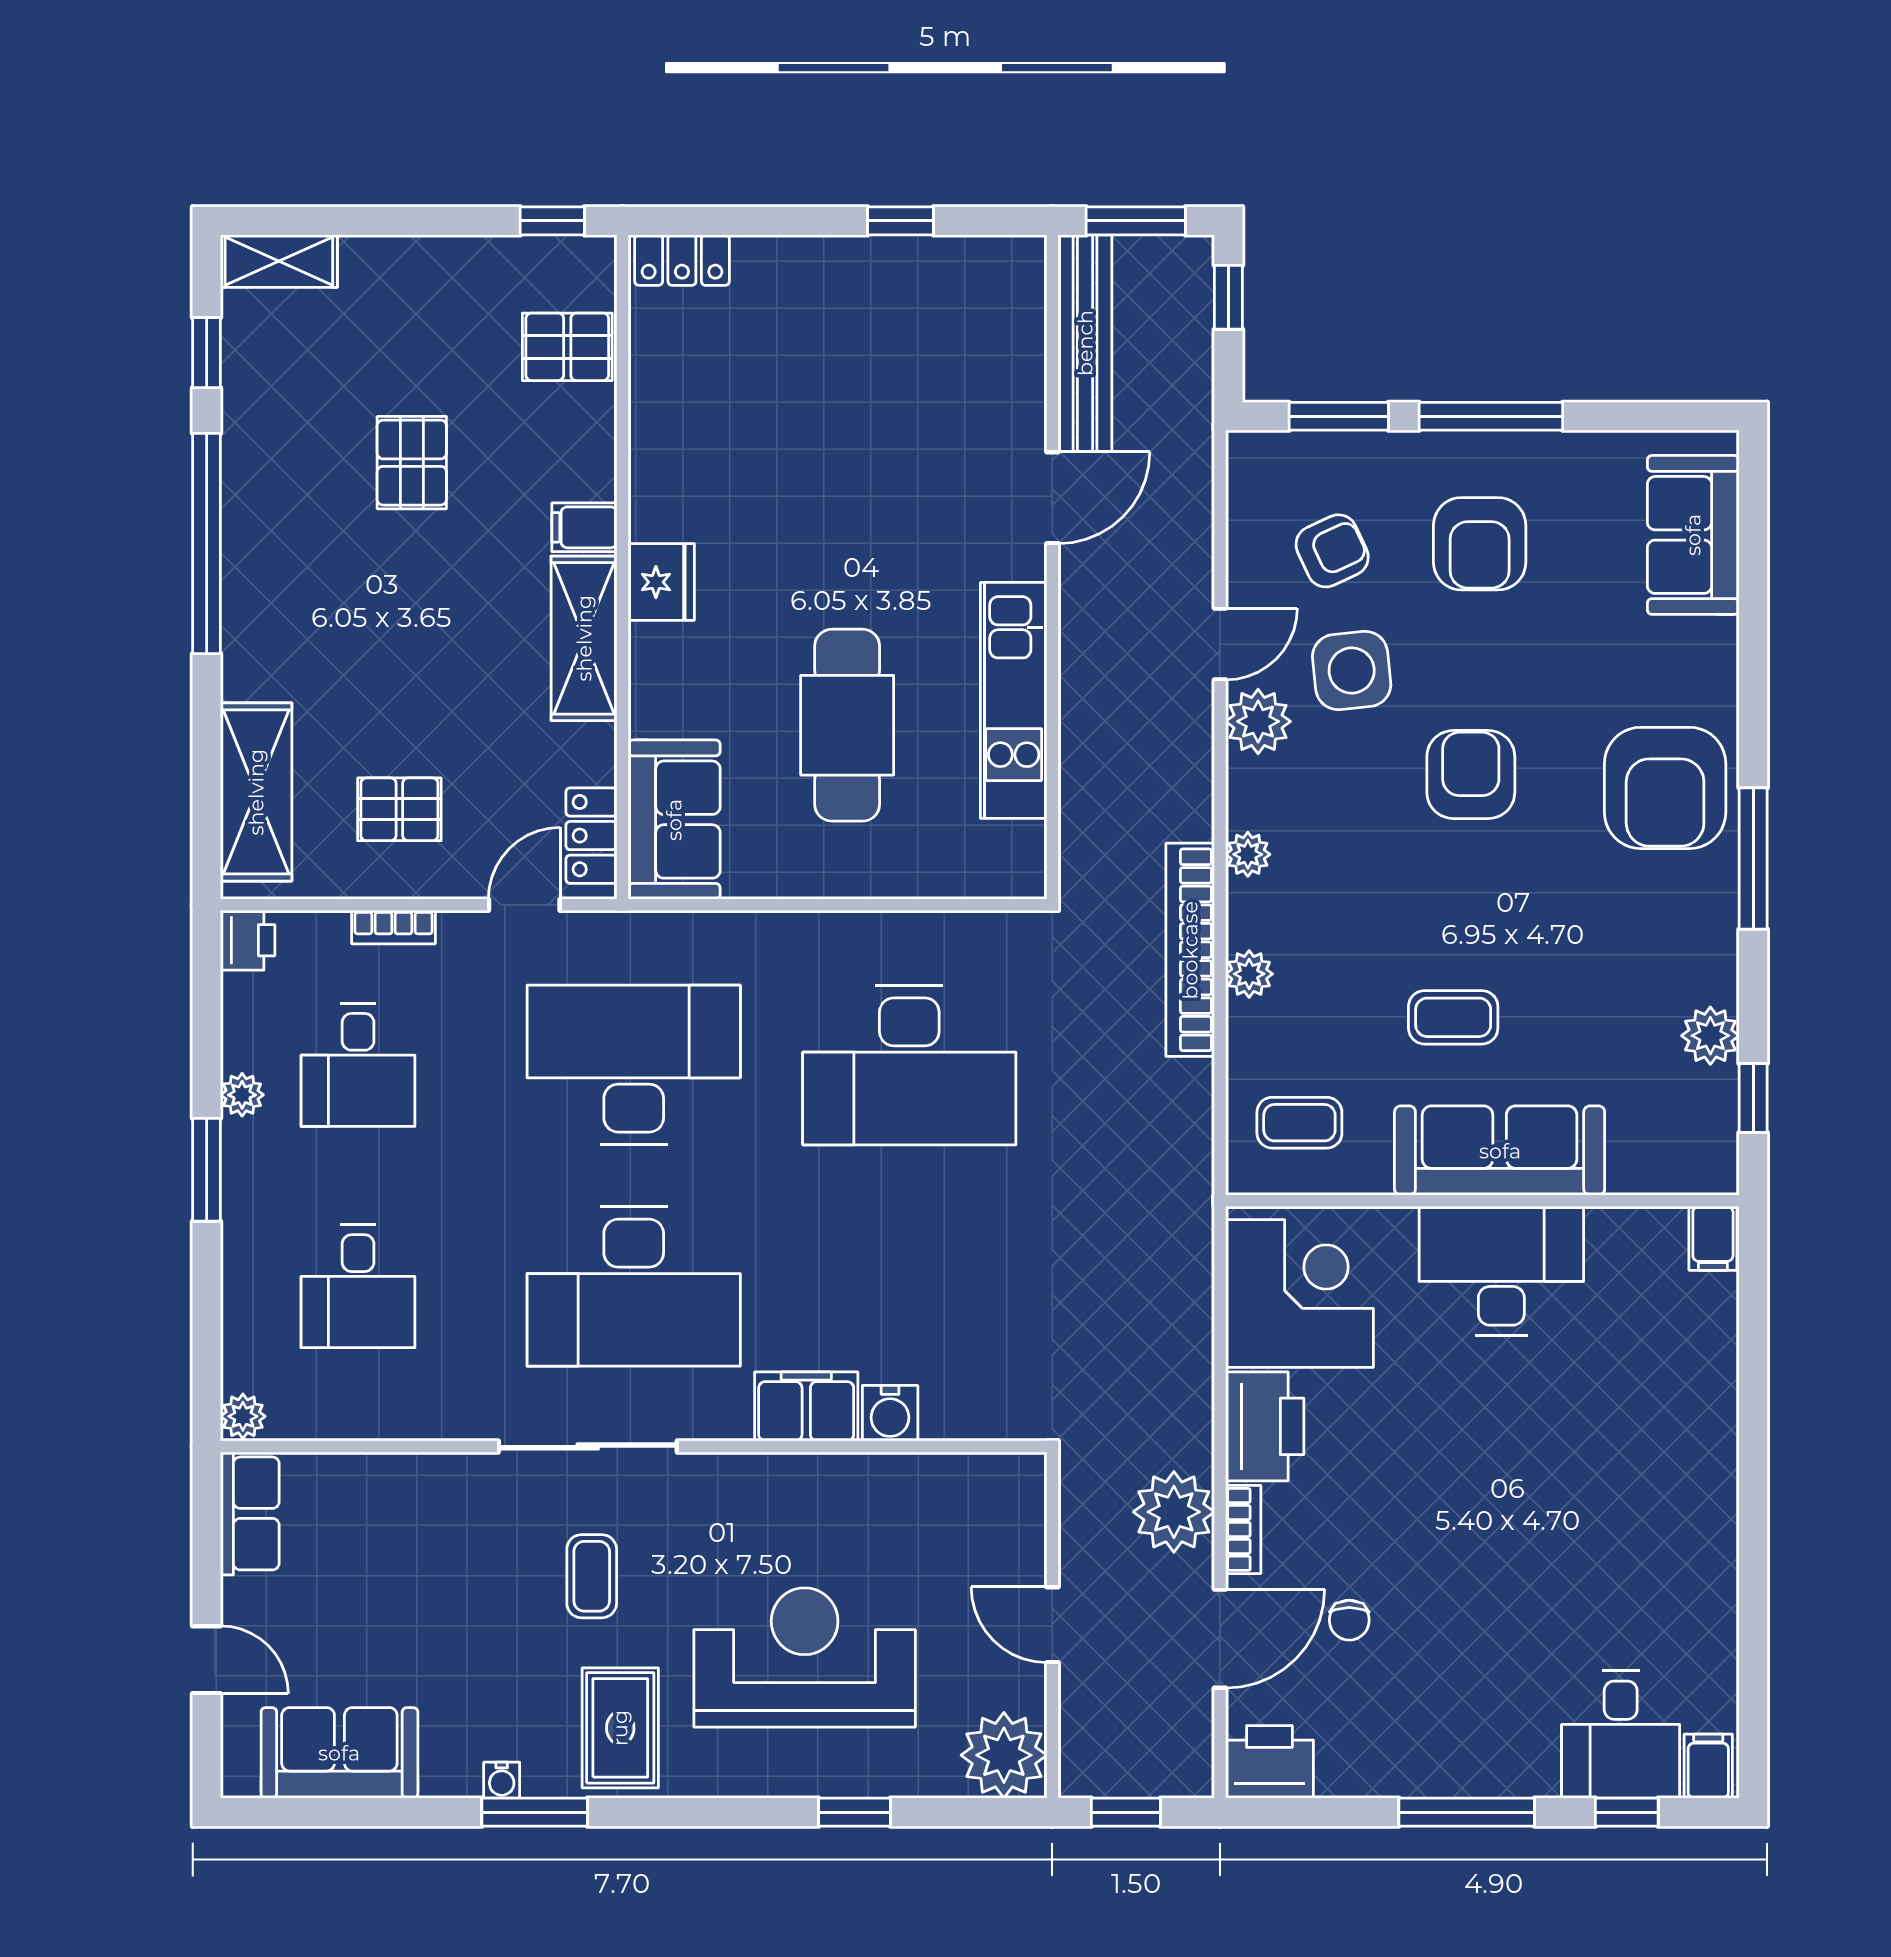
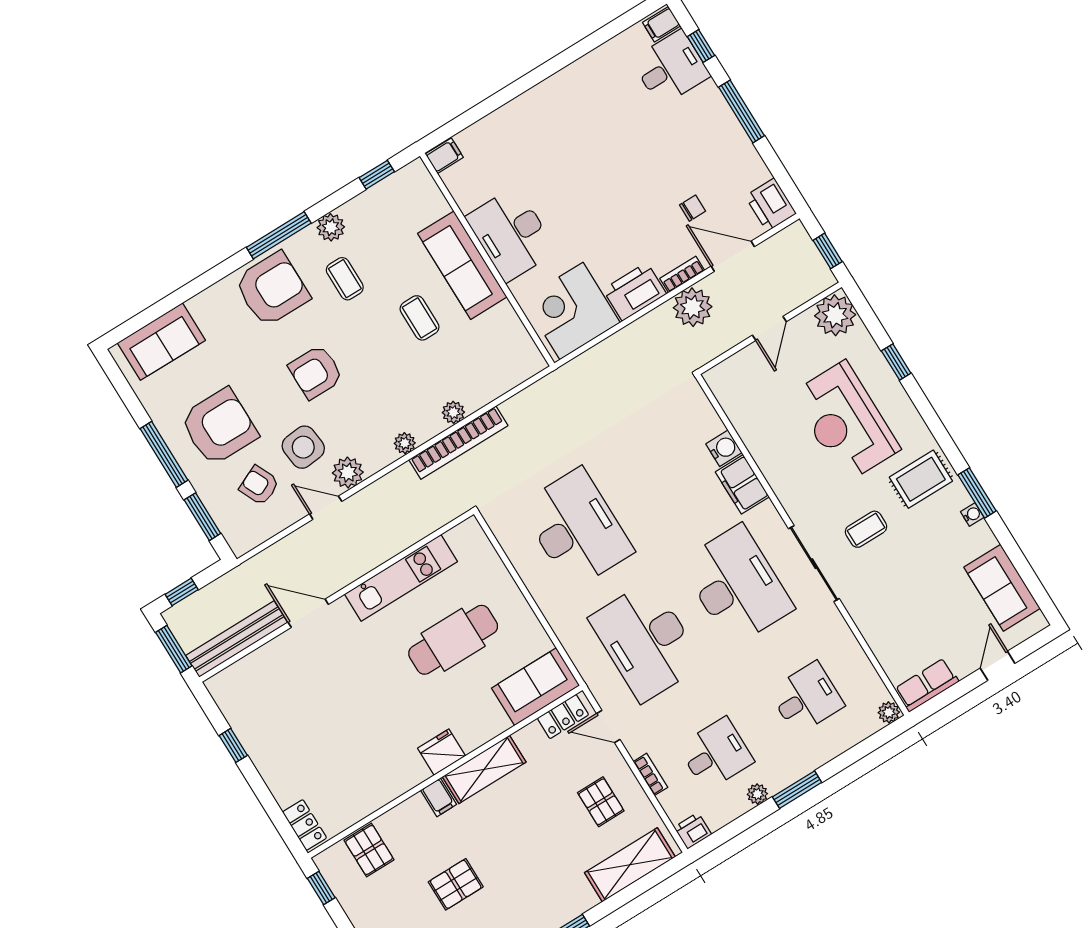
armchair: (1480, 544) -> (219, 427), width x1.36, depth x1.36
plant: (1710, 1036) -> (331, 227), moved
coffee table: (1299, 1123) -> (345, 279), moved

